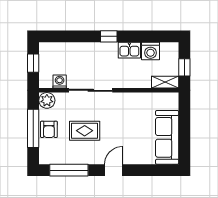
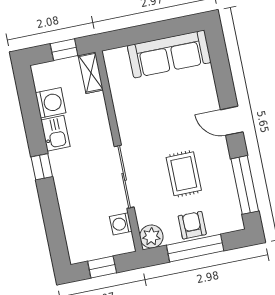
armchair: (49, 129) -> (192, 225), turned -90

